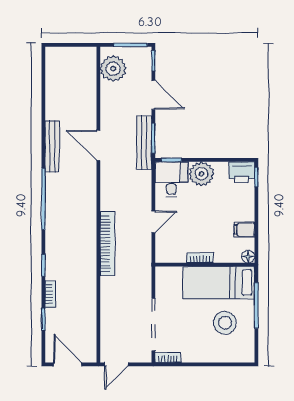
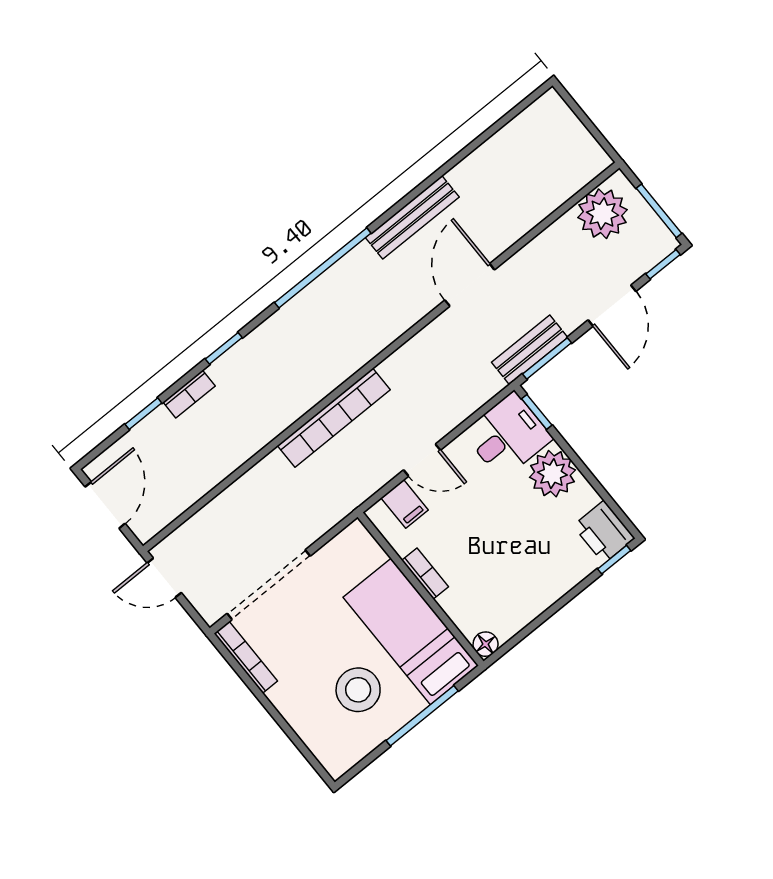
bench: (144, 142) -> (530, 350), width x0.73
filing cabinet: (244, 230) -> (405, 504), moved, turned 180
bookcase: (168, 357) -> (246, 657), width x1.56

